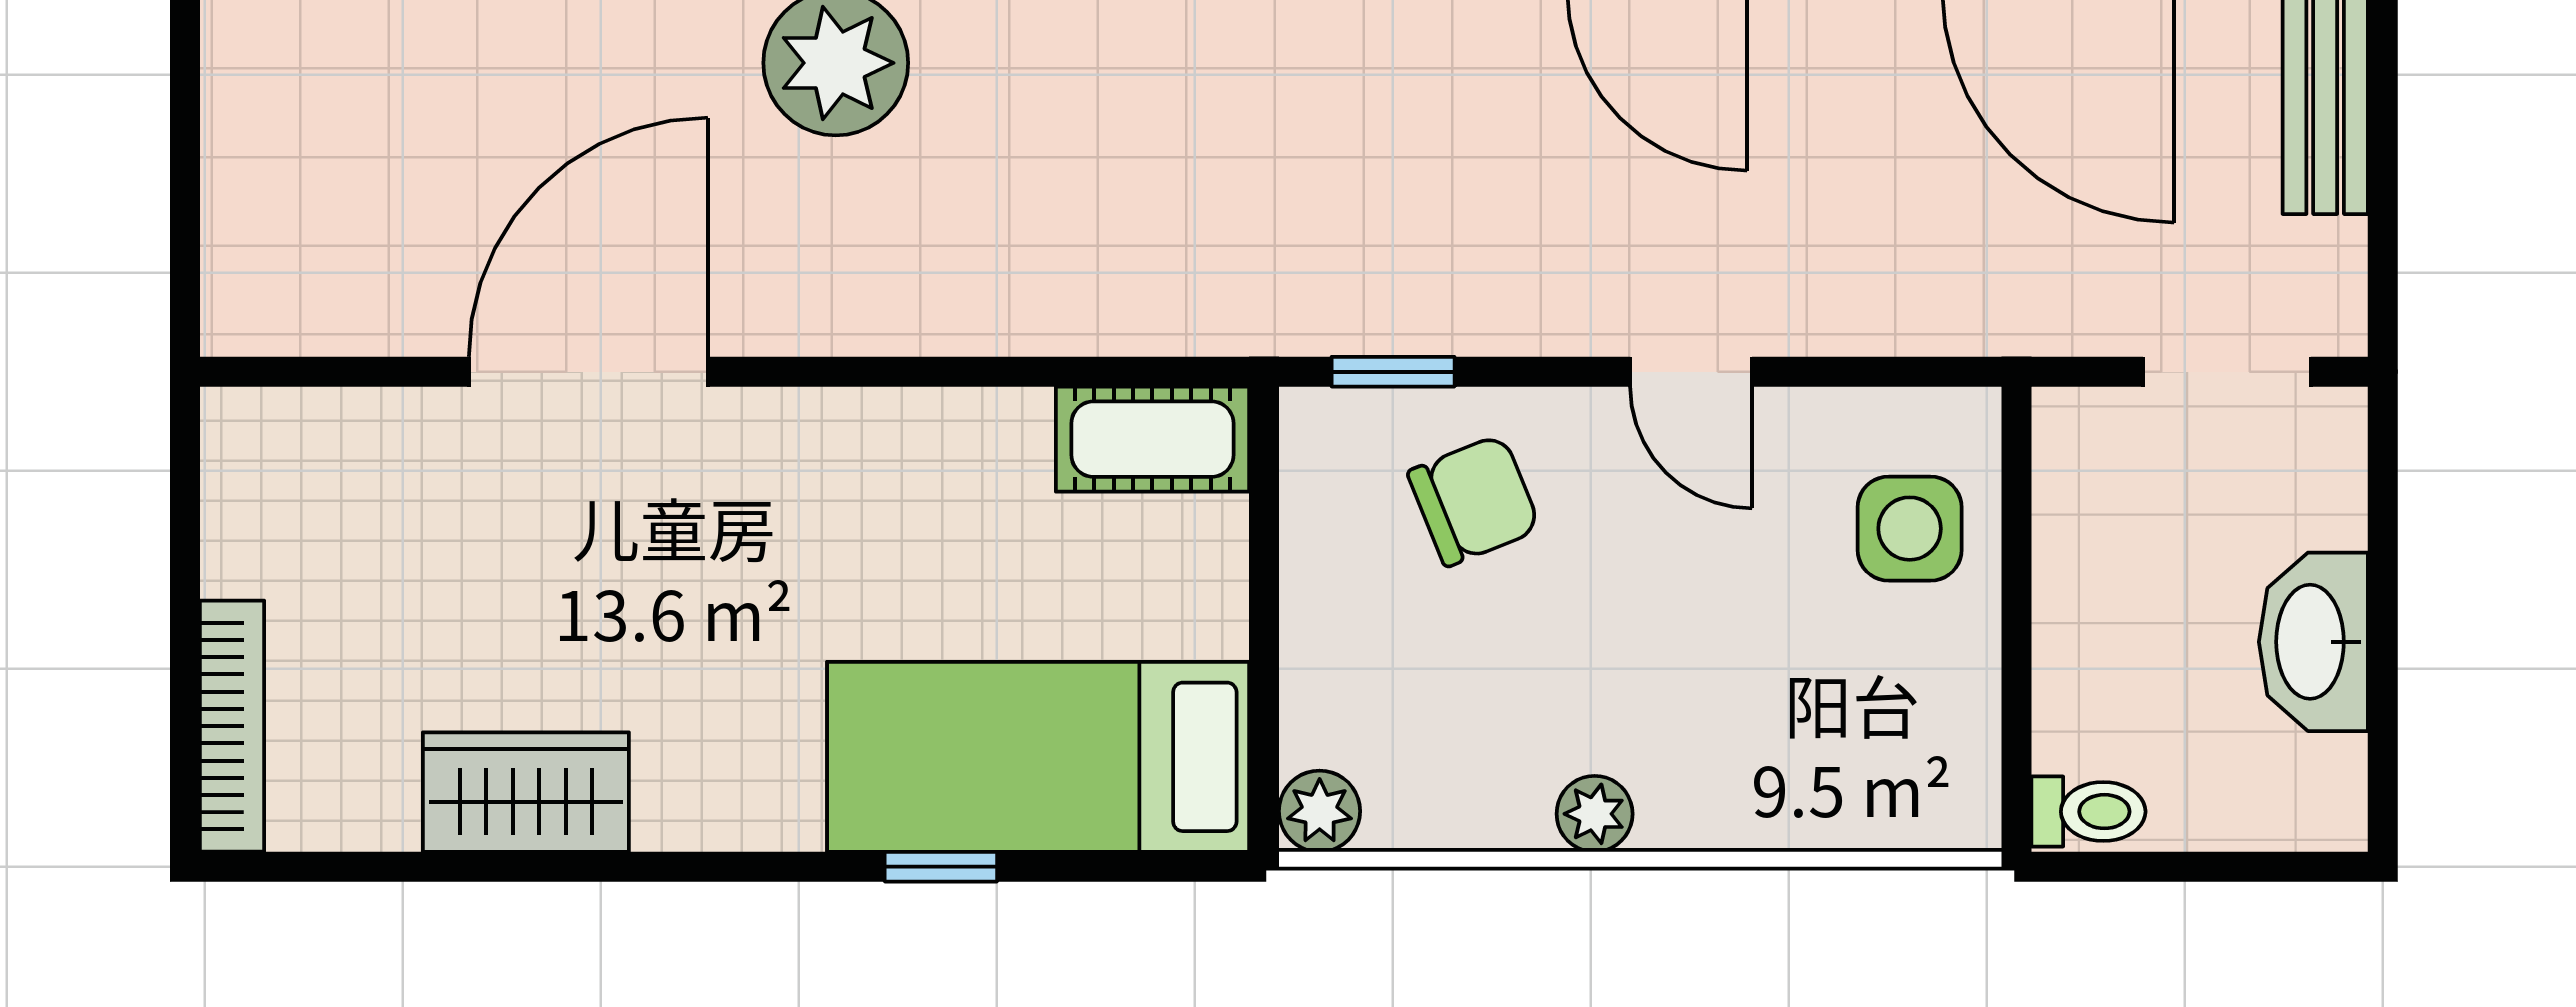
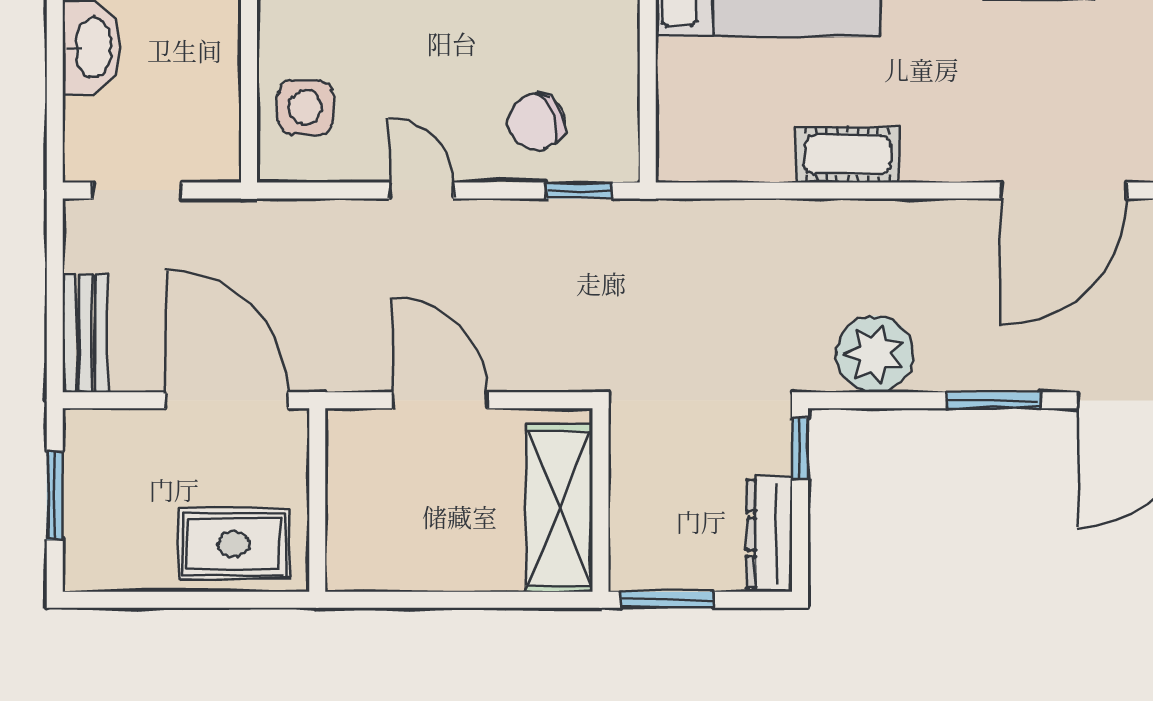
door: (588, 372) -> (1064, 190), moved
cot: (1152, 439) -> (848, 155), moved

